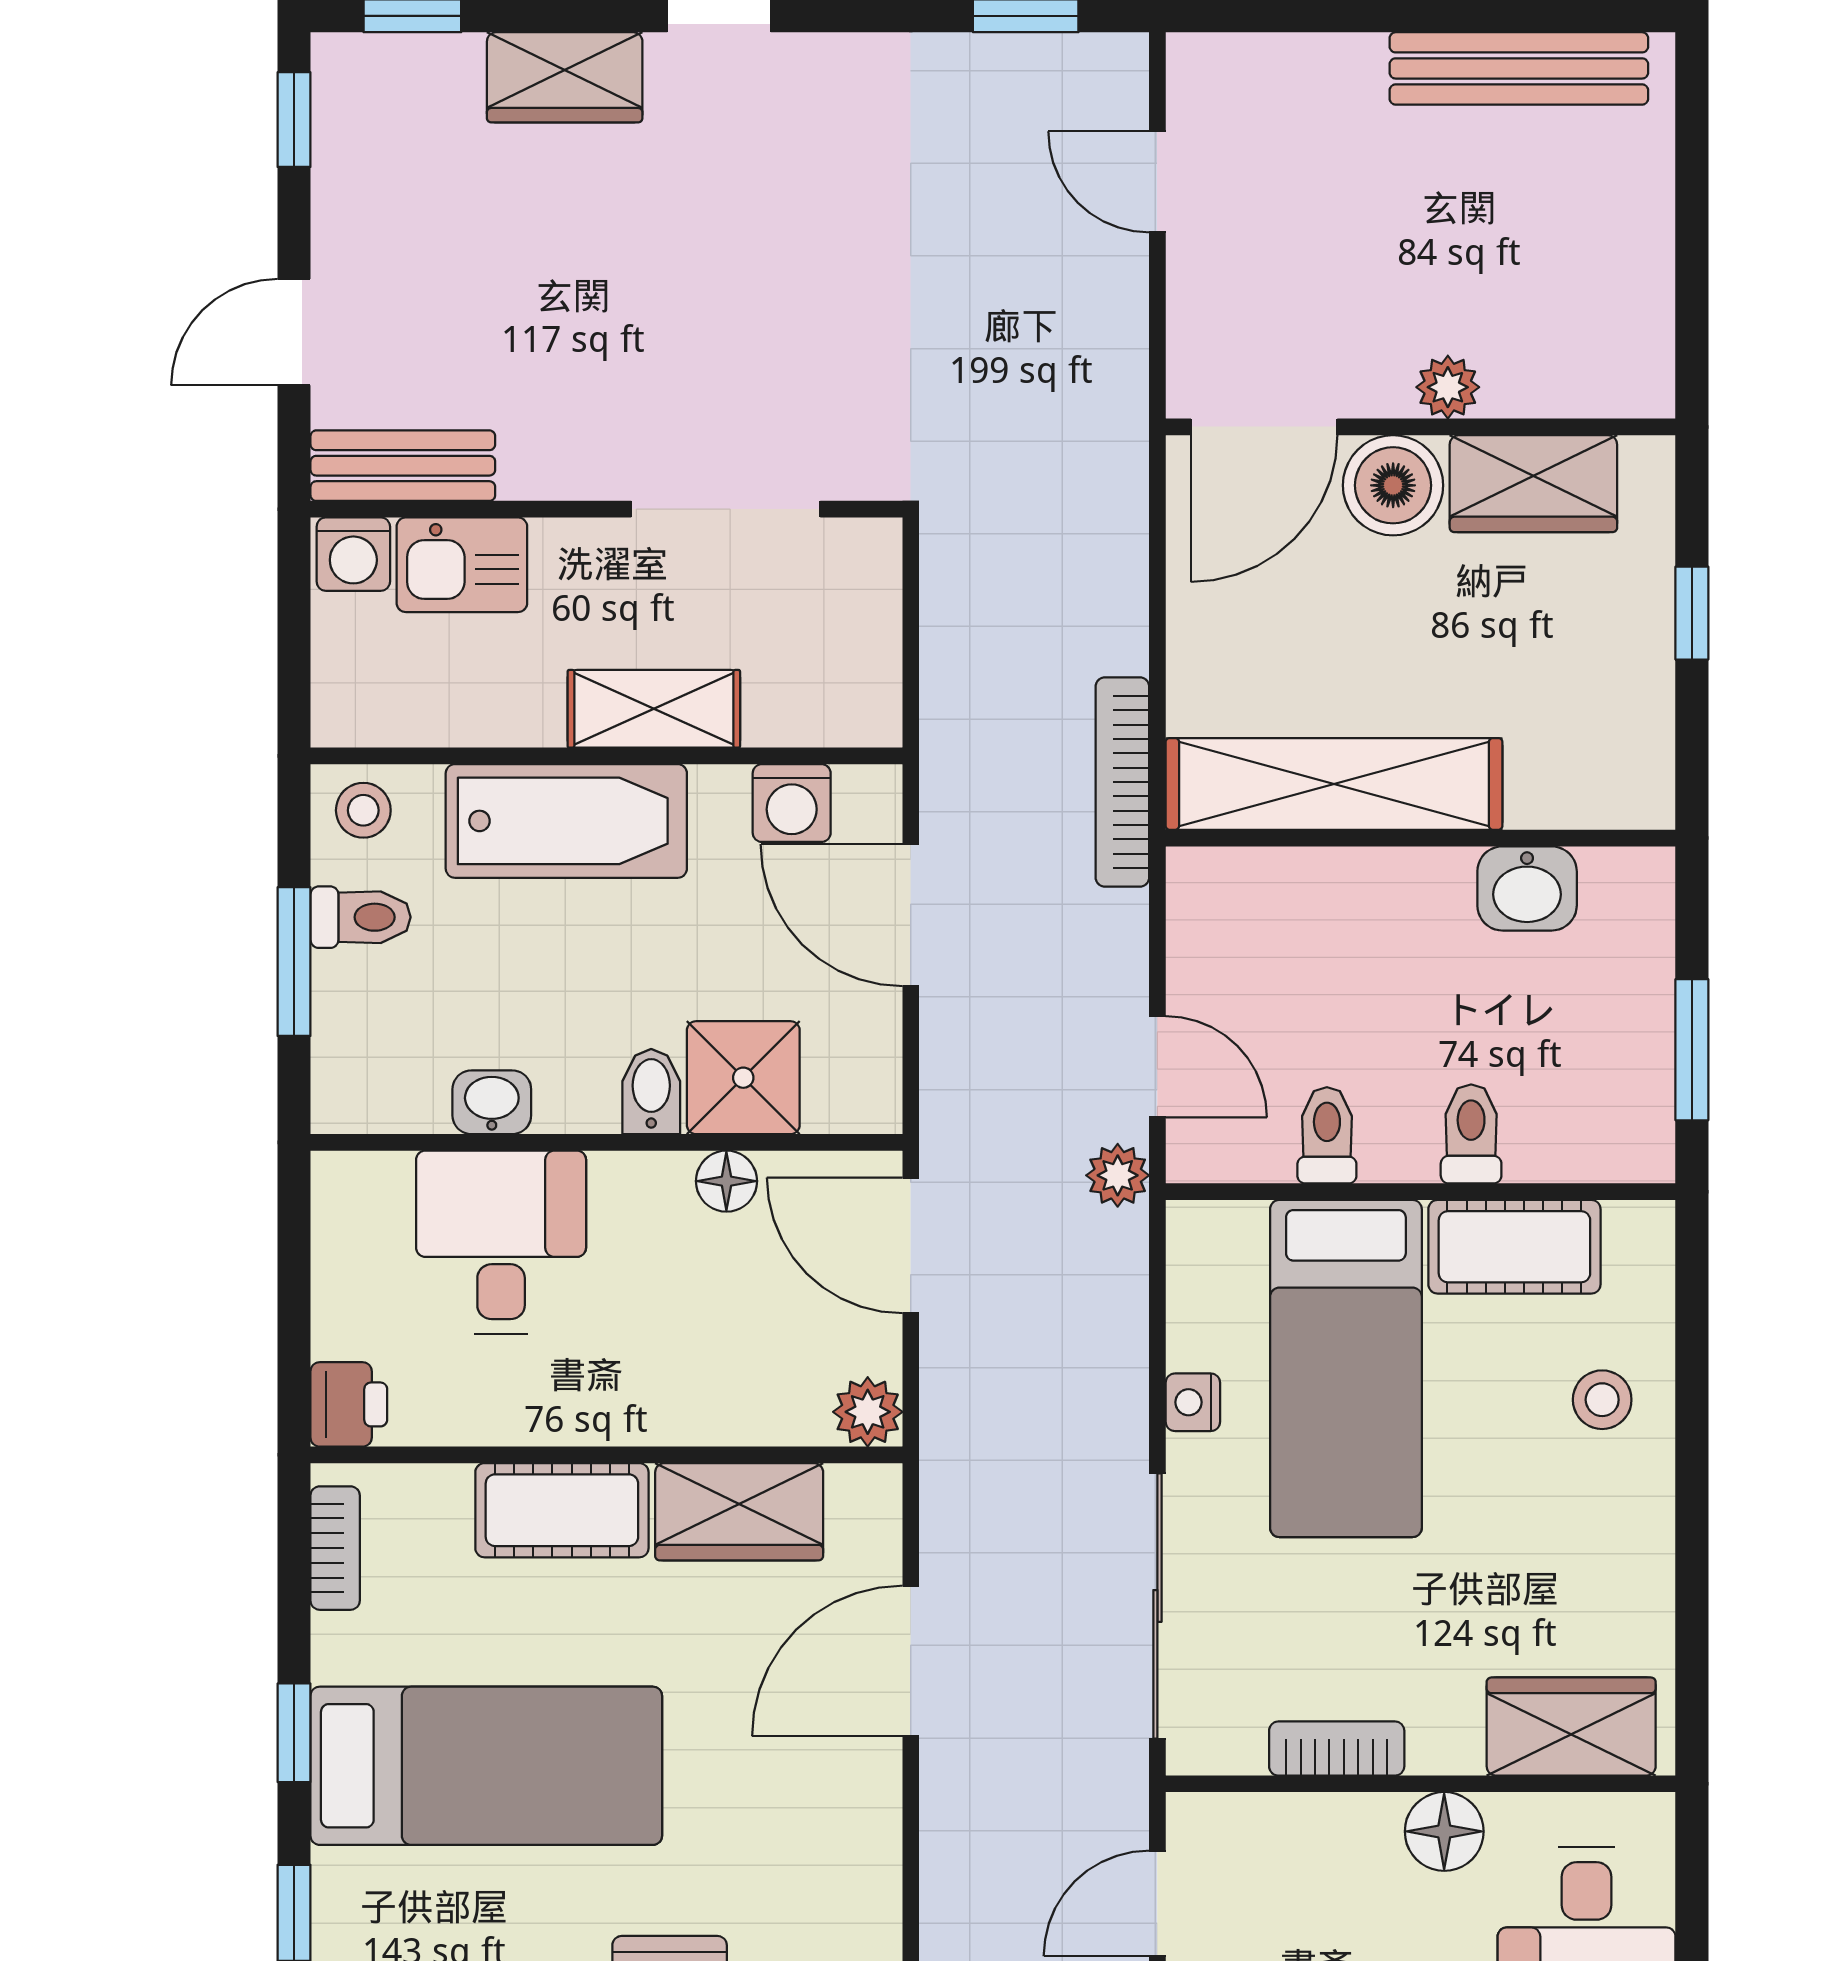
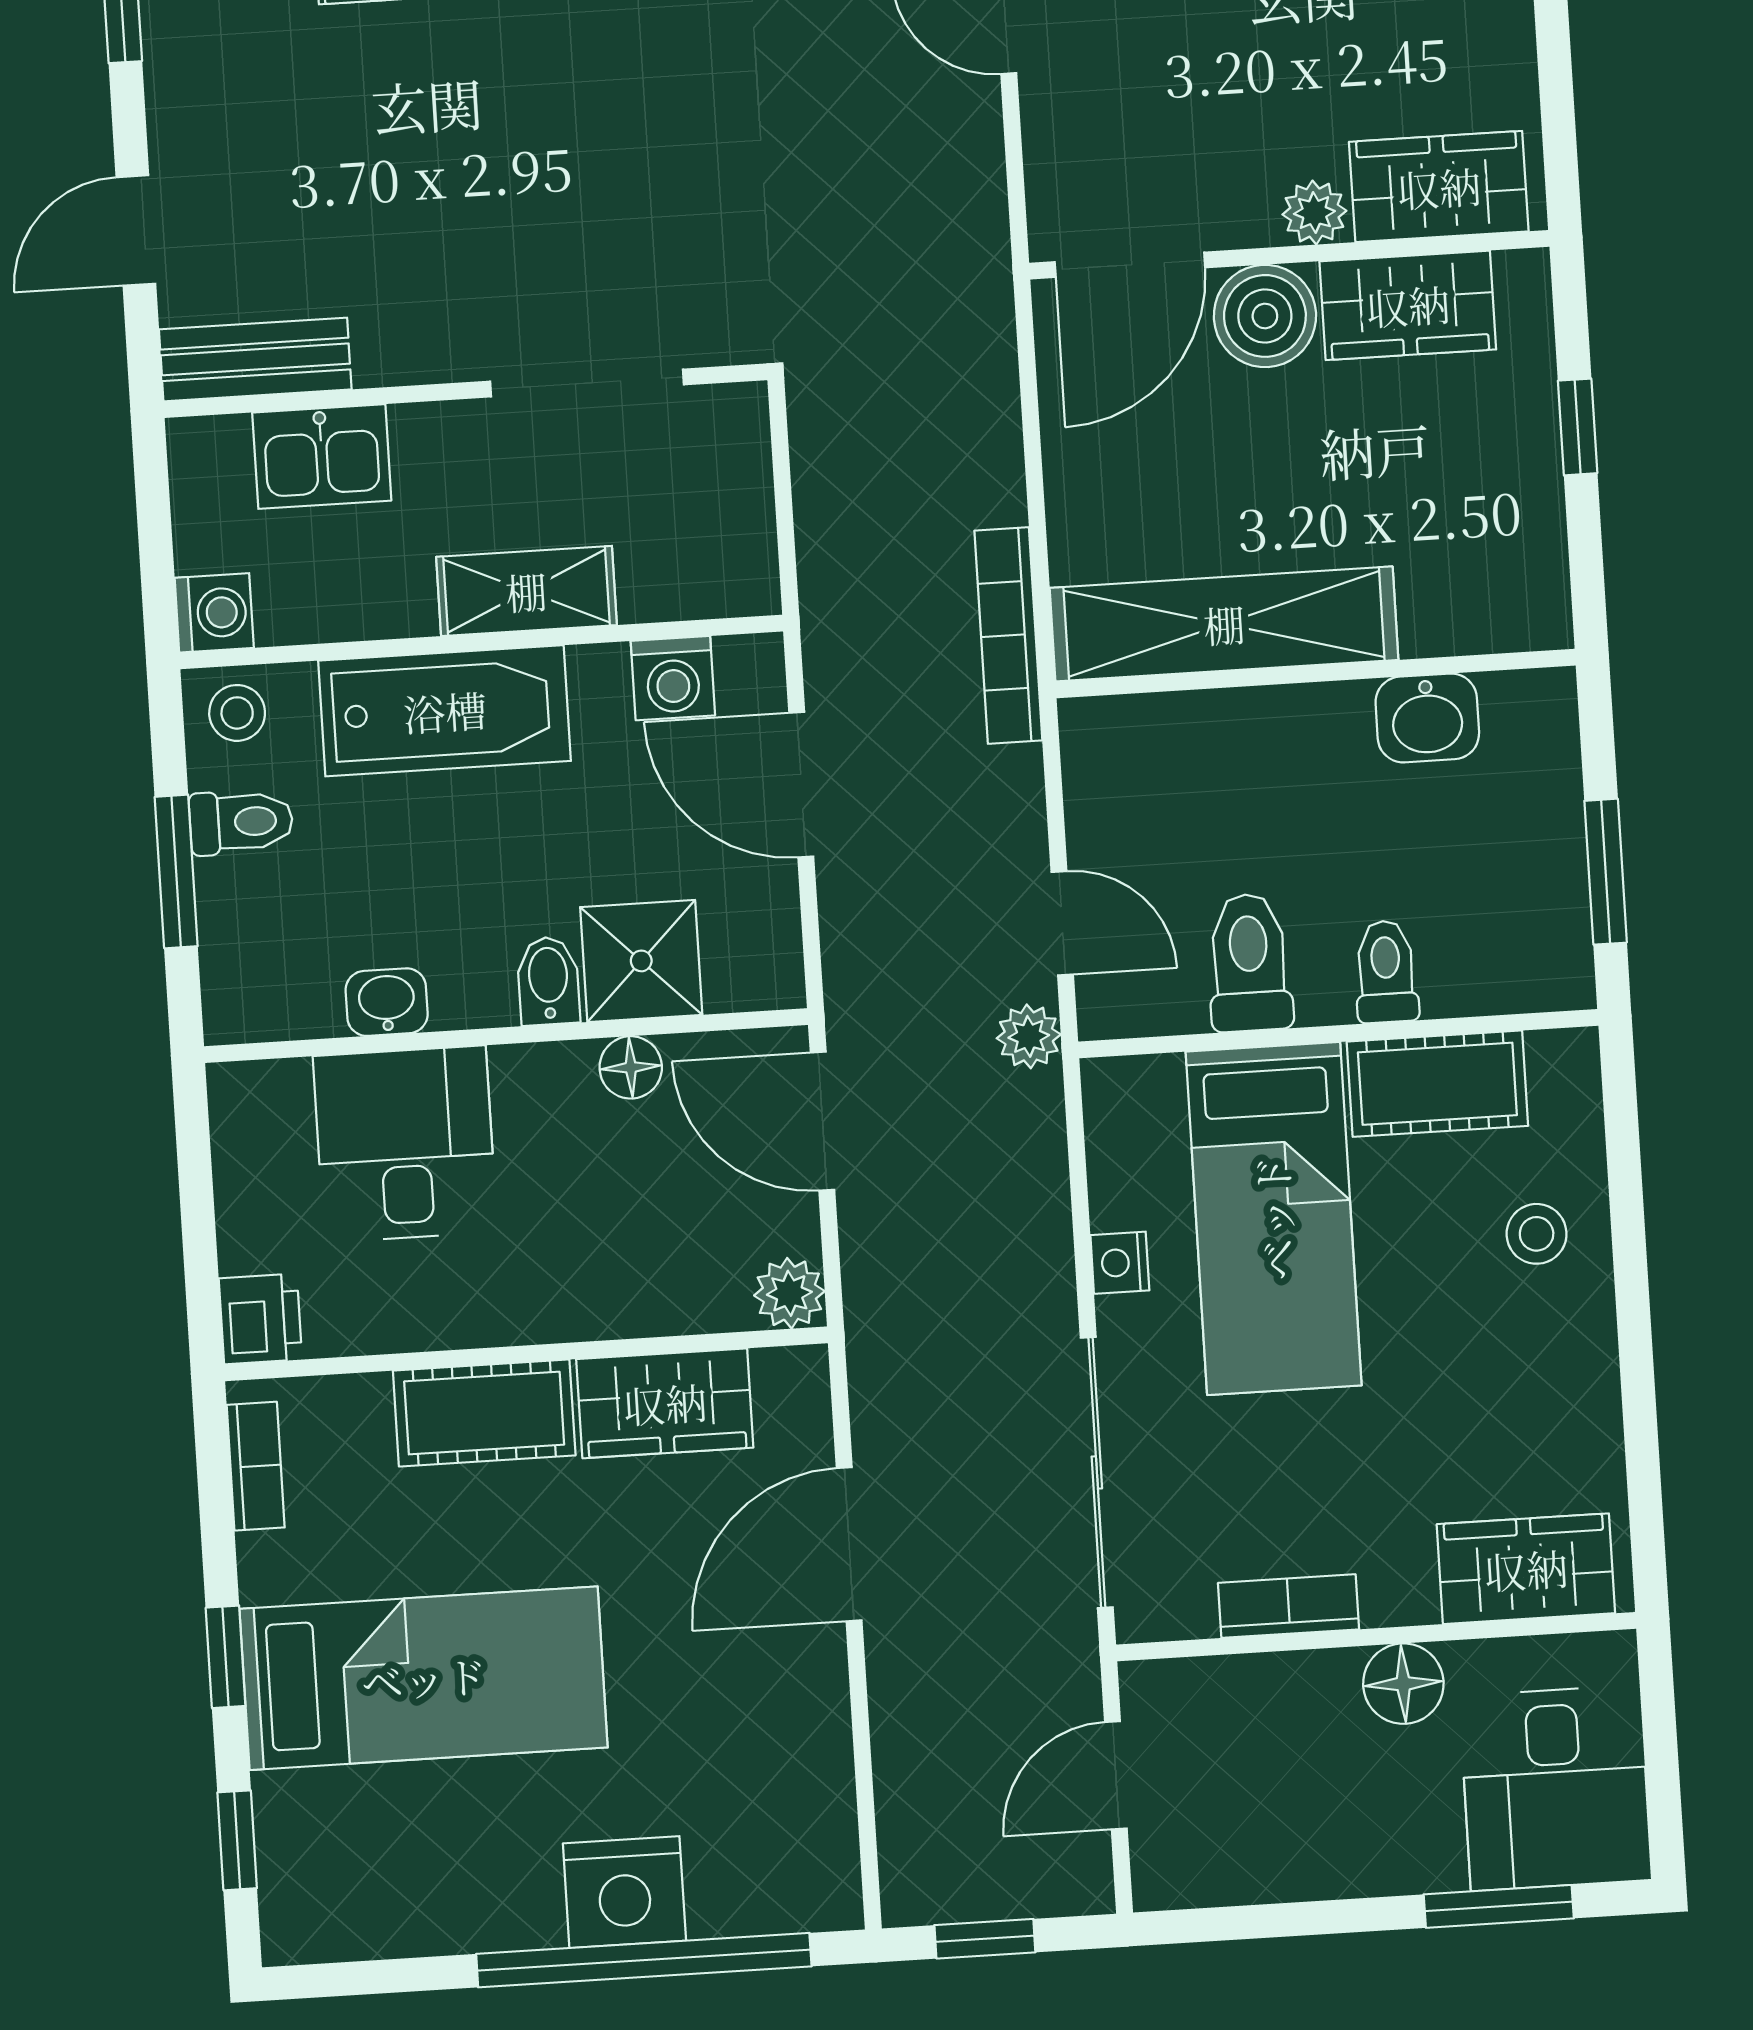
wardrobe: (1571, 369) -> (1439, 187), added
washing machine: (353, 554) -> (214, 613), moved, turned -90
toilet: (1327, 1135) -> (1249, 963), width x1.37, depth x1.39

